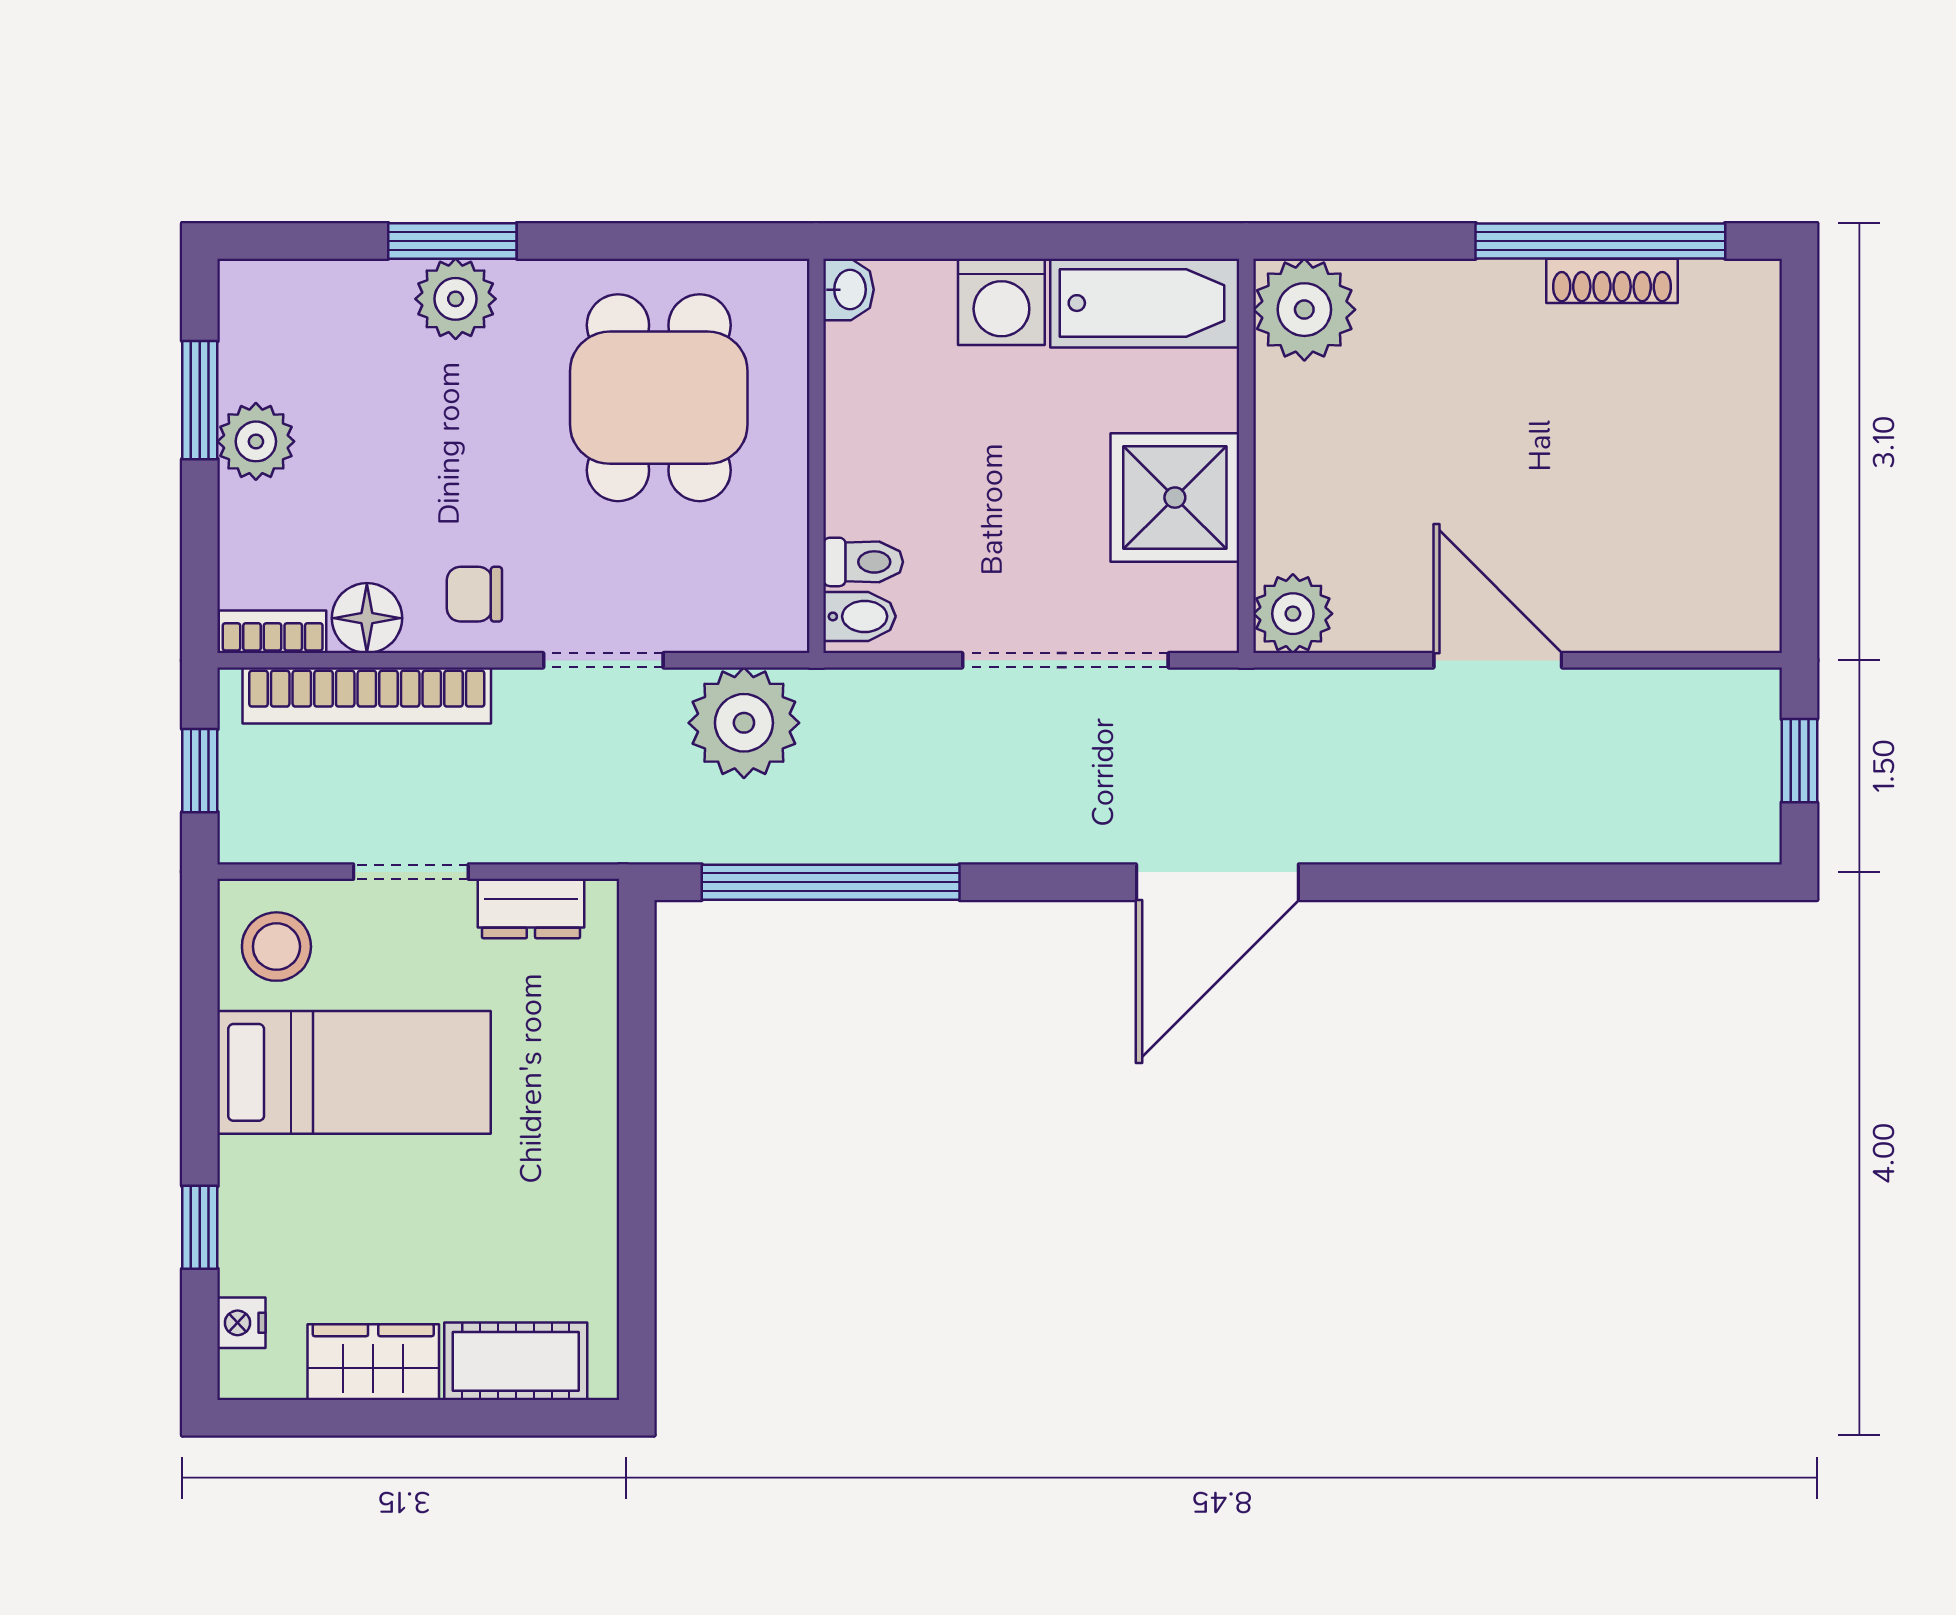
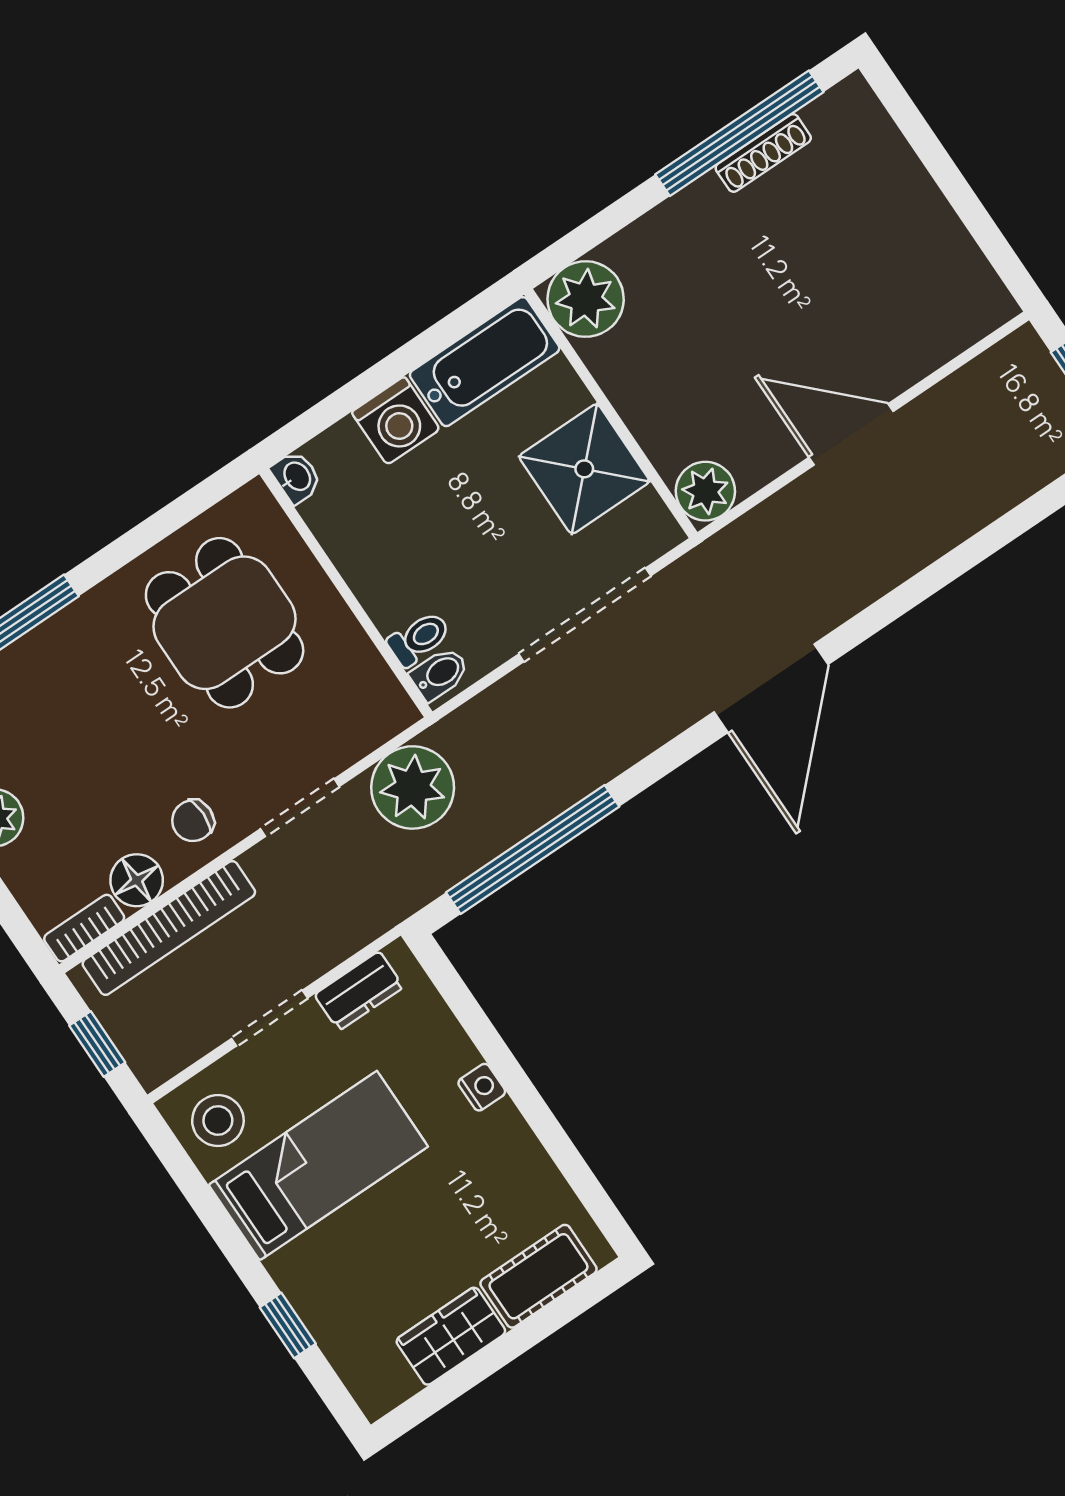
plant: (456, 299) -> (58, 647), removed
nightstand: (241, 1323) -> (482, 1087), moved, turned 180

